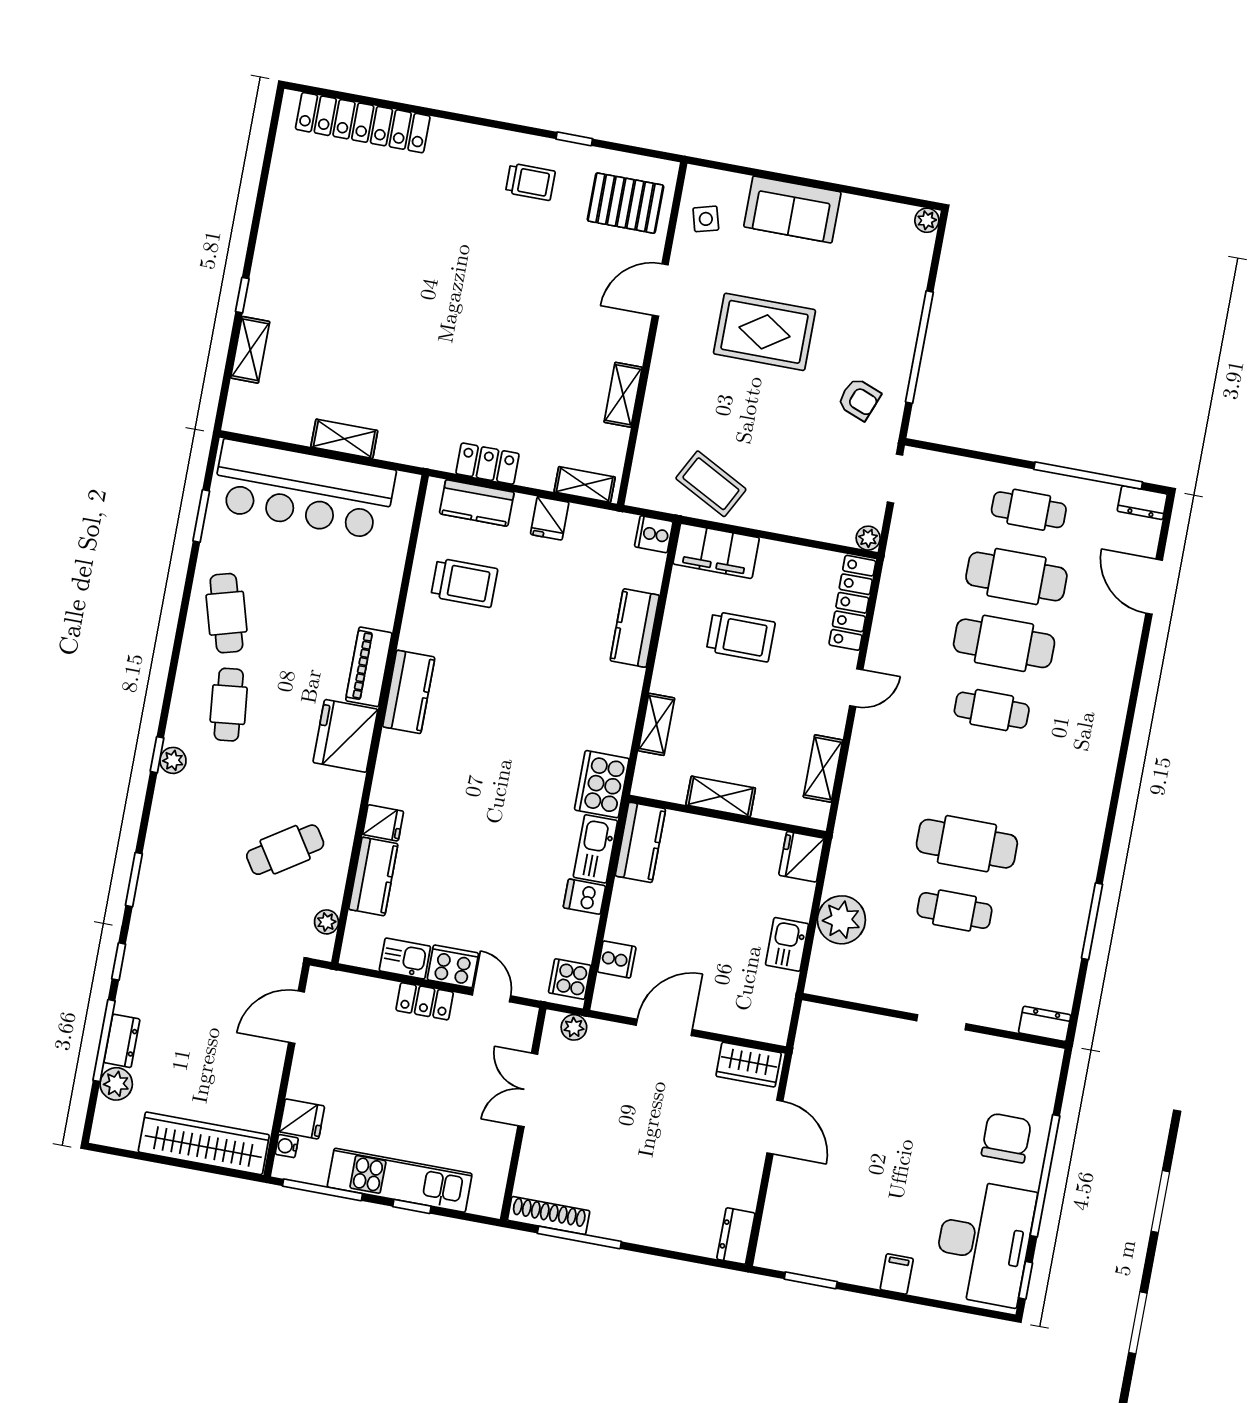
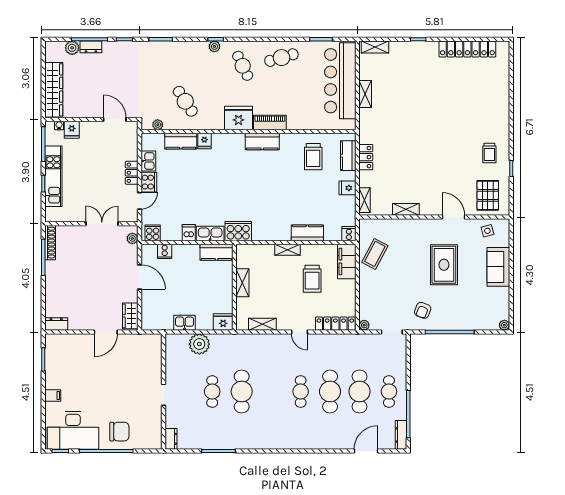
locker: (363, 123) -> (467, 49), moved, turned -90
shelving: (250, 350) -> (375, 47), moved
dresser: (1142, 503) -> (401, 435), width x1.44
cafe table: (229, 705) -> (243, 66), turned 70
shelving: (656, 724) -> (288, 250), moved

